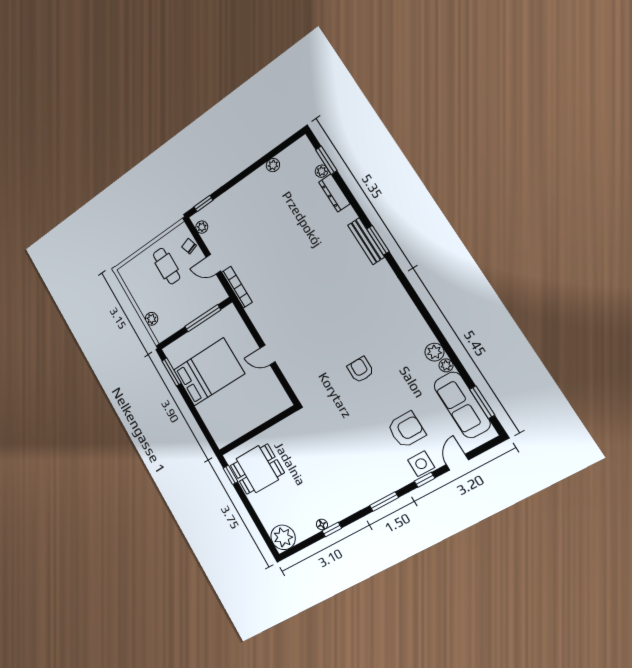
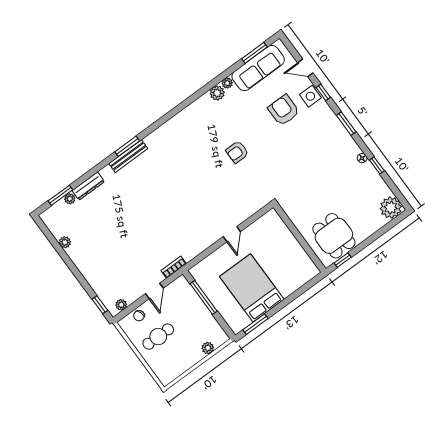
bookcase: (237, 287) -> (174, 267), width x0.64
floor lamp: (322, 524) -> (362, 158), moved

